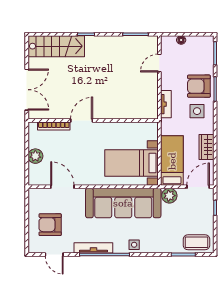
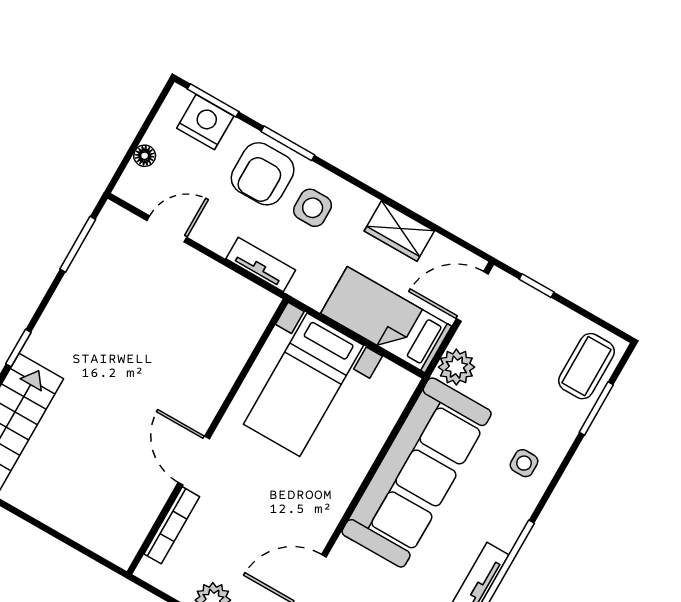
nightstand: (206, 55) -> (205, 122), added
door: (159, 63) -> (167, 229), swing flipped
double door: (27, 90) -> (63, 538), removed
bed with nightstands: (131, 163) -> (303, 385), moved
door: (198, 187) -> (472, 296), hinge flipped
side table: (134, 245) -> (524, 463), moved

